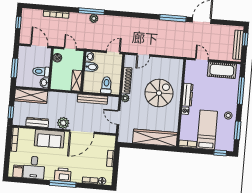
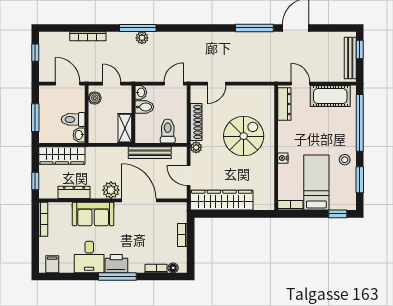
window: (241, 91) -> (360, 123), width x1.46
dresser: (188, 95) -> (284, 104), moved
door: (82, 132) -> (139, 200), swing flipped
wardrobe: (155, 138) -> (222, 200), moved
desk: (34, 168) -> (89, 257), moved

